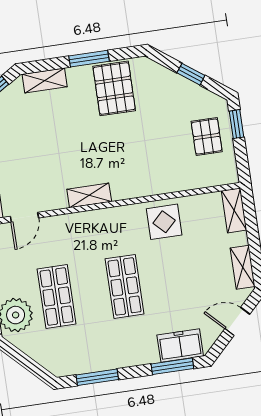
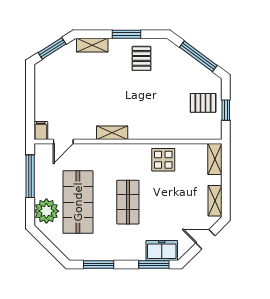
window: (191, 74) -> (198, 56), width x2.17
pallet: (114, 88) -> (141, 58), width x0.67, depth x0.71
window: (237, 124) -> (226, 110), moved
pallet: (207, 137) -> (203, 103), turned 90
shop shelf: (57, 296) -> (78, 202), width x1.43, depth x1.36

